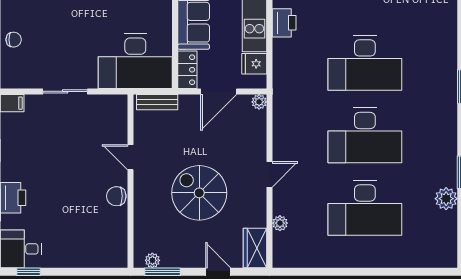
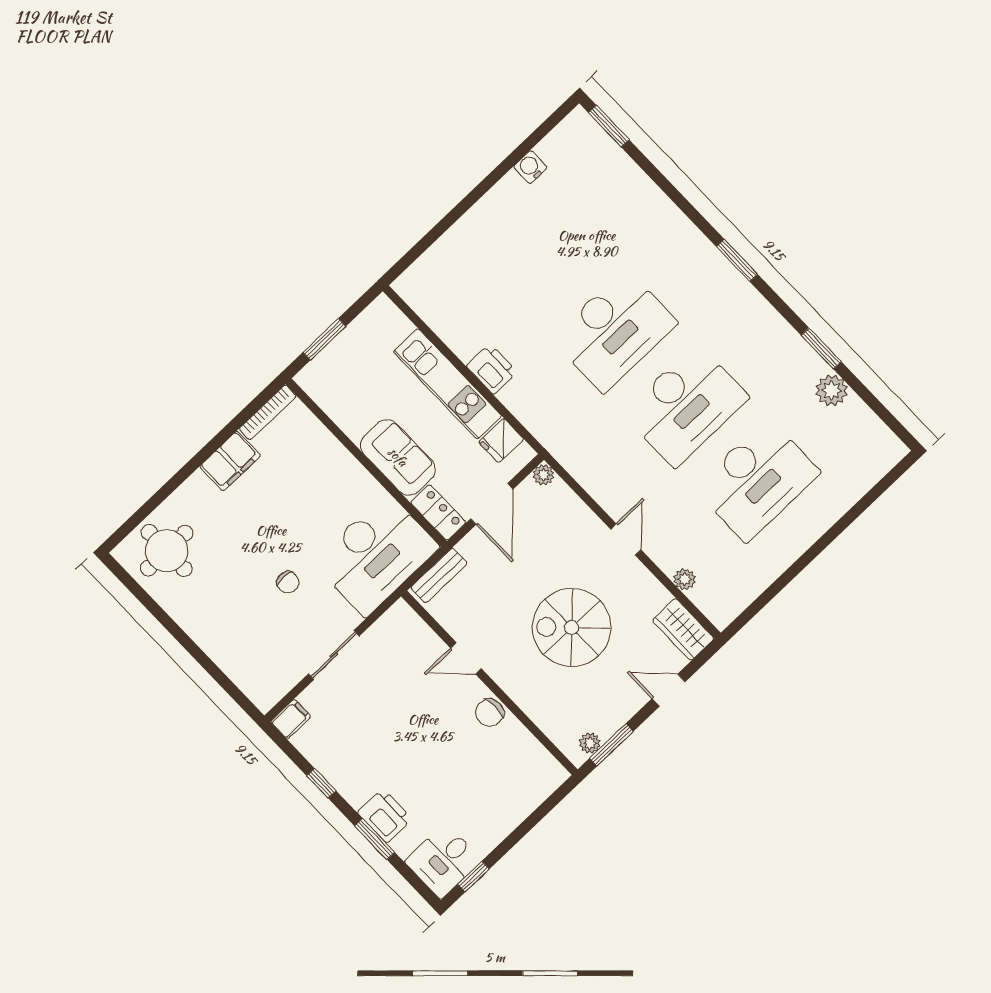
chair: (14, 40) -> (288, 582), moved, turned 90

